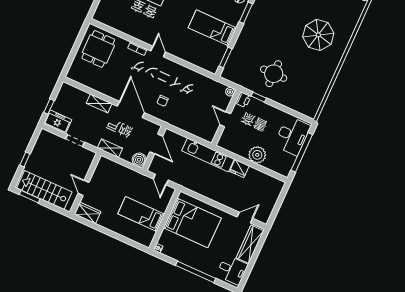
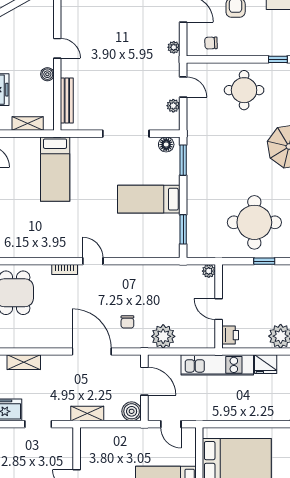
round table: (274, 74) -> (254, 222), width x1.36, depth x1.36
window: (259, 97) -> (264, 261), moved
printer: (243, 100) -> (230, 335), moved
shelving: (99, 103) -> (24, 362), moved
plant: (181, 121) -> (163, 336), added

